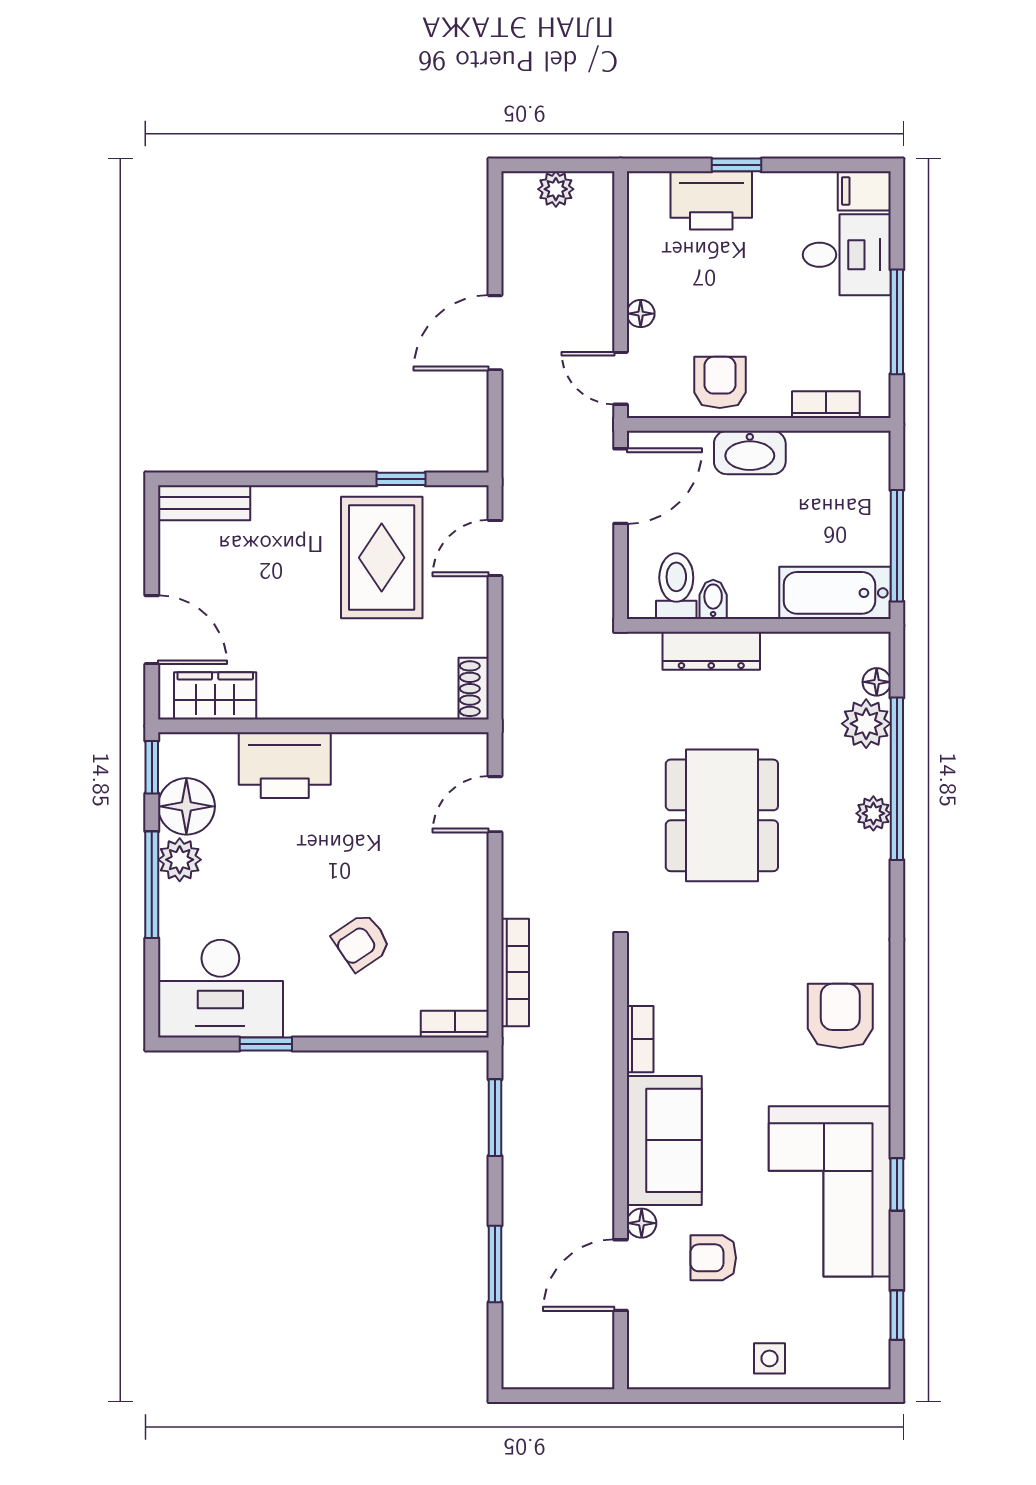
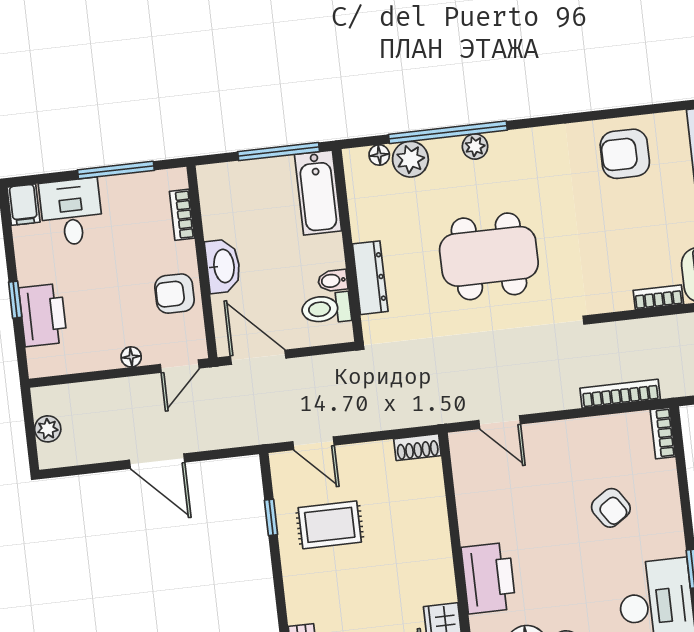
rug: (382, 558) -> (330, 525), width x0.73, depth x0.70

